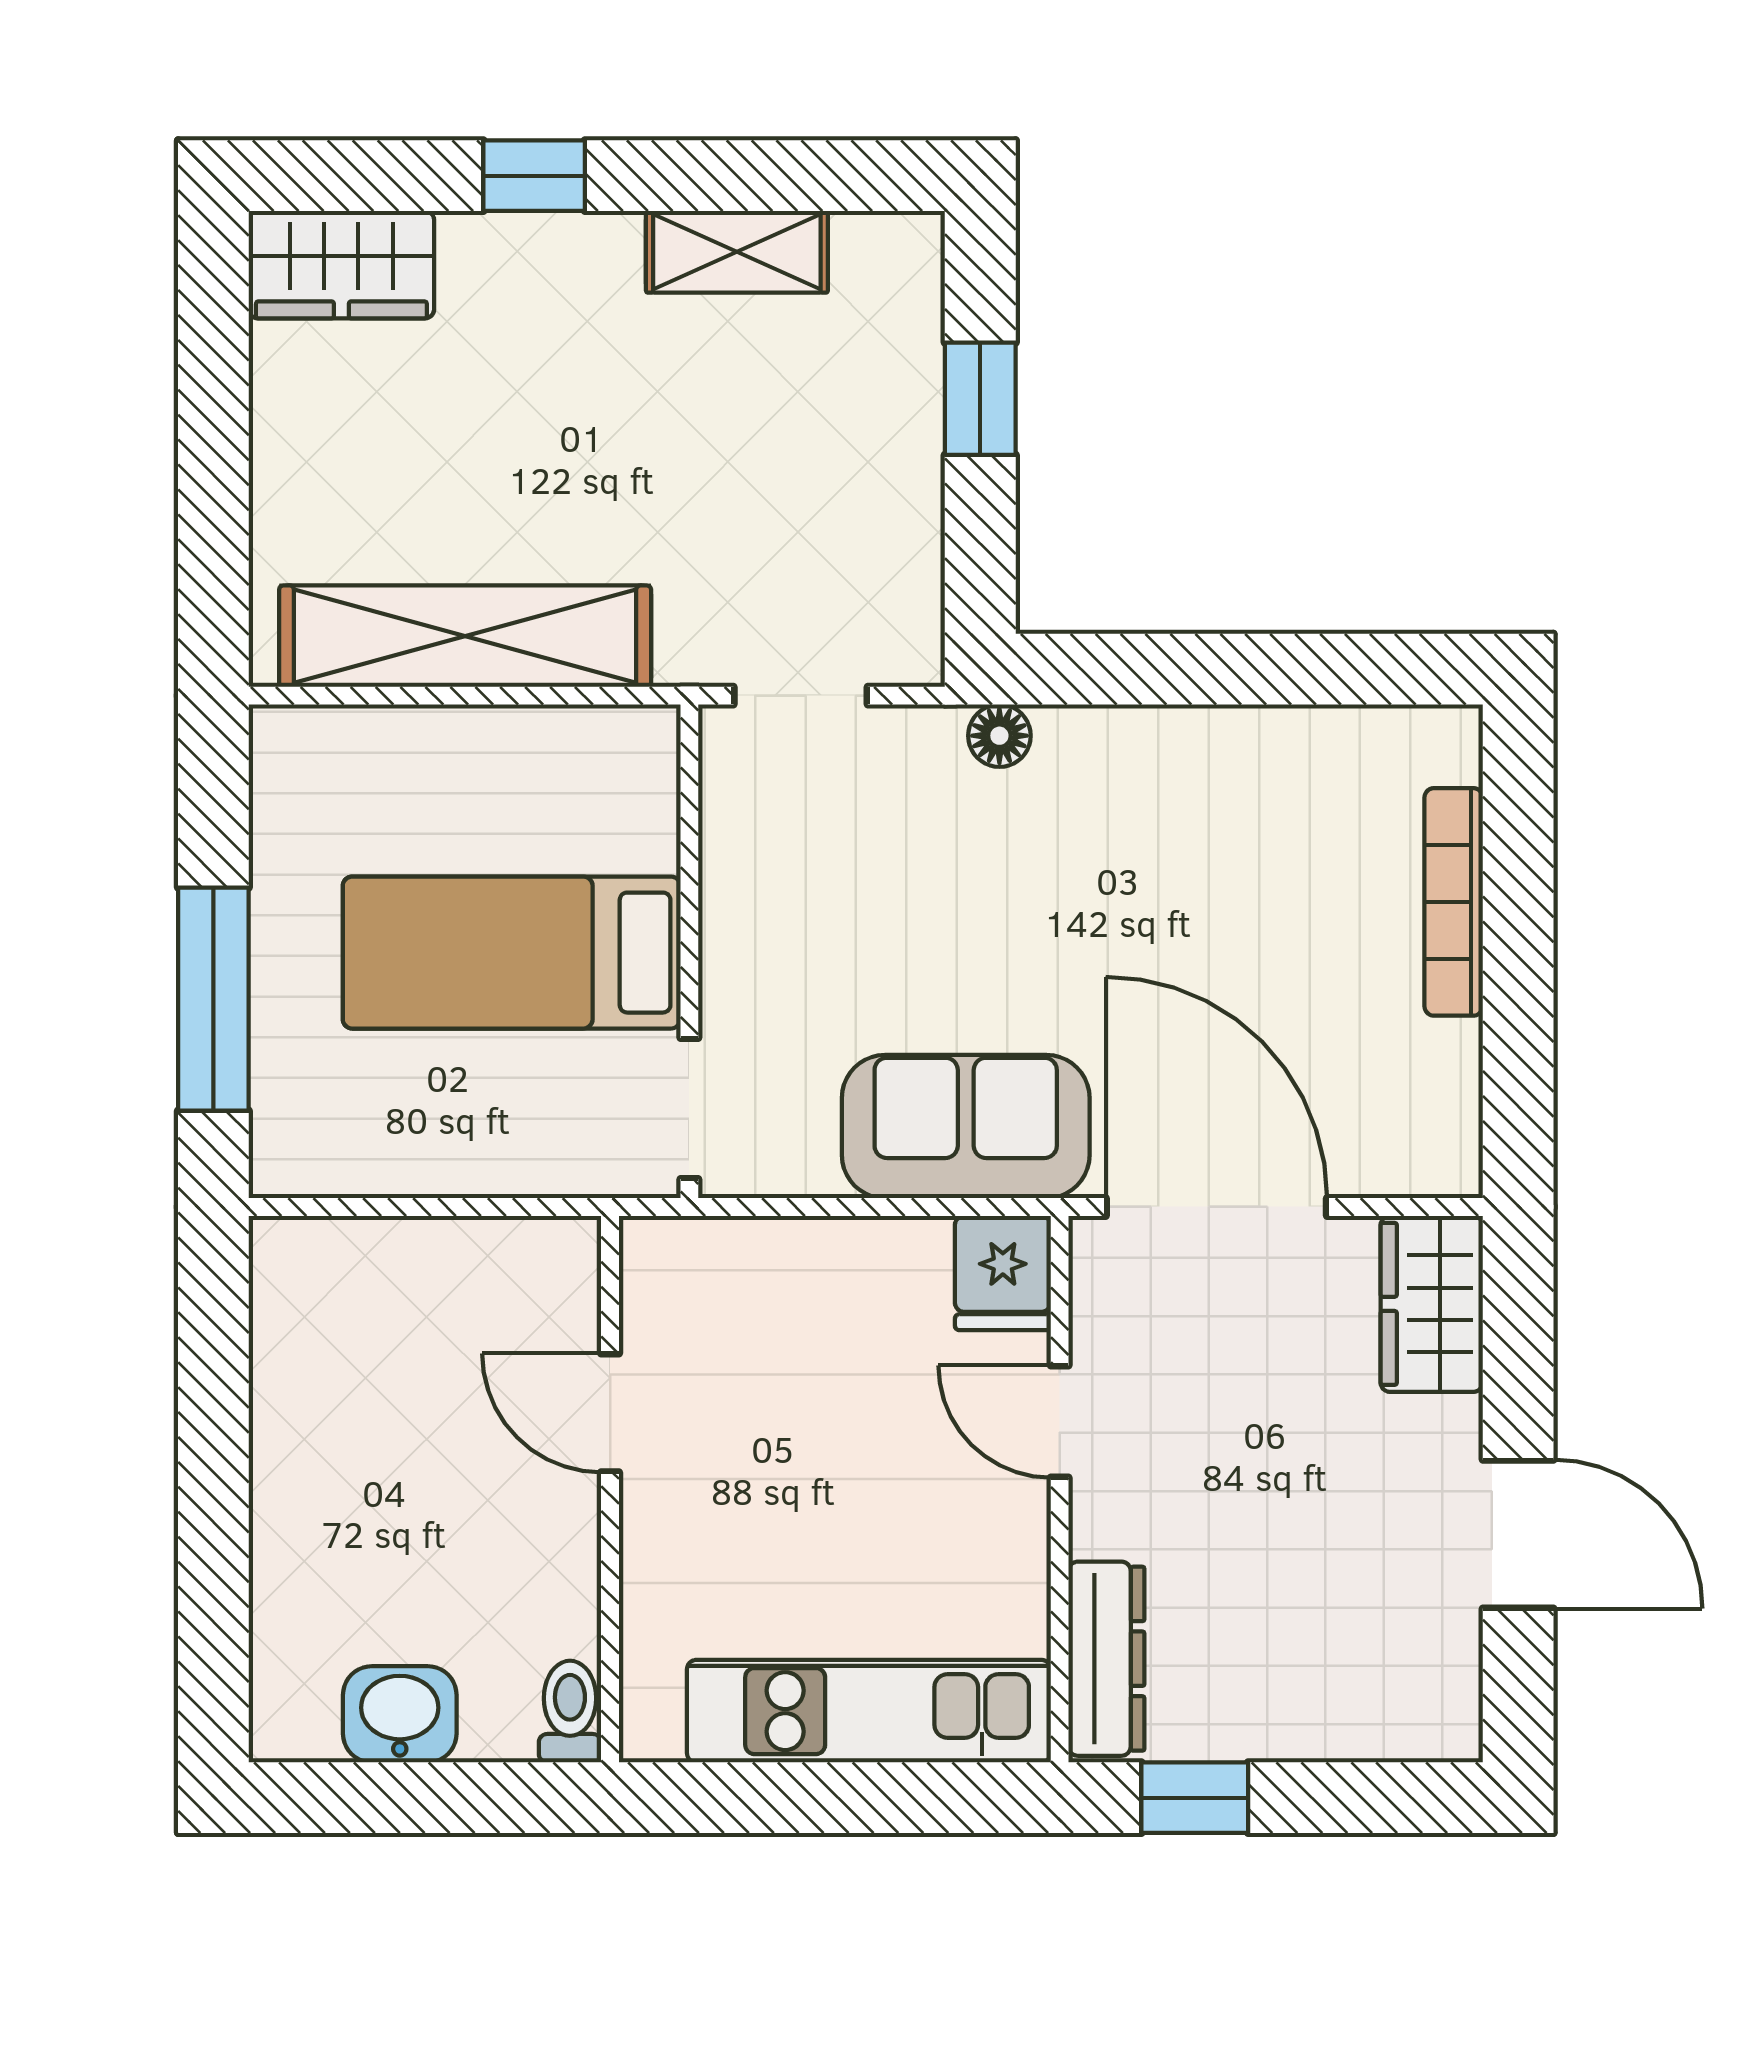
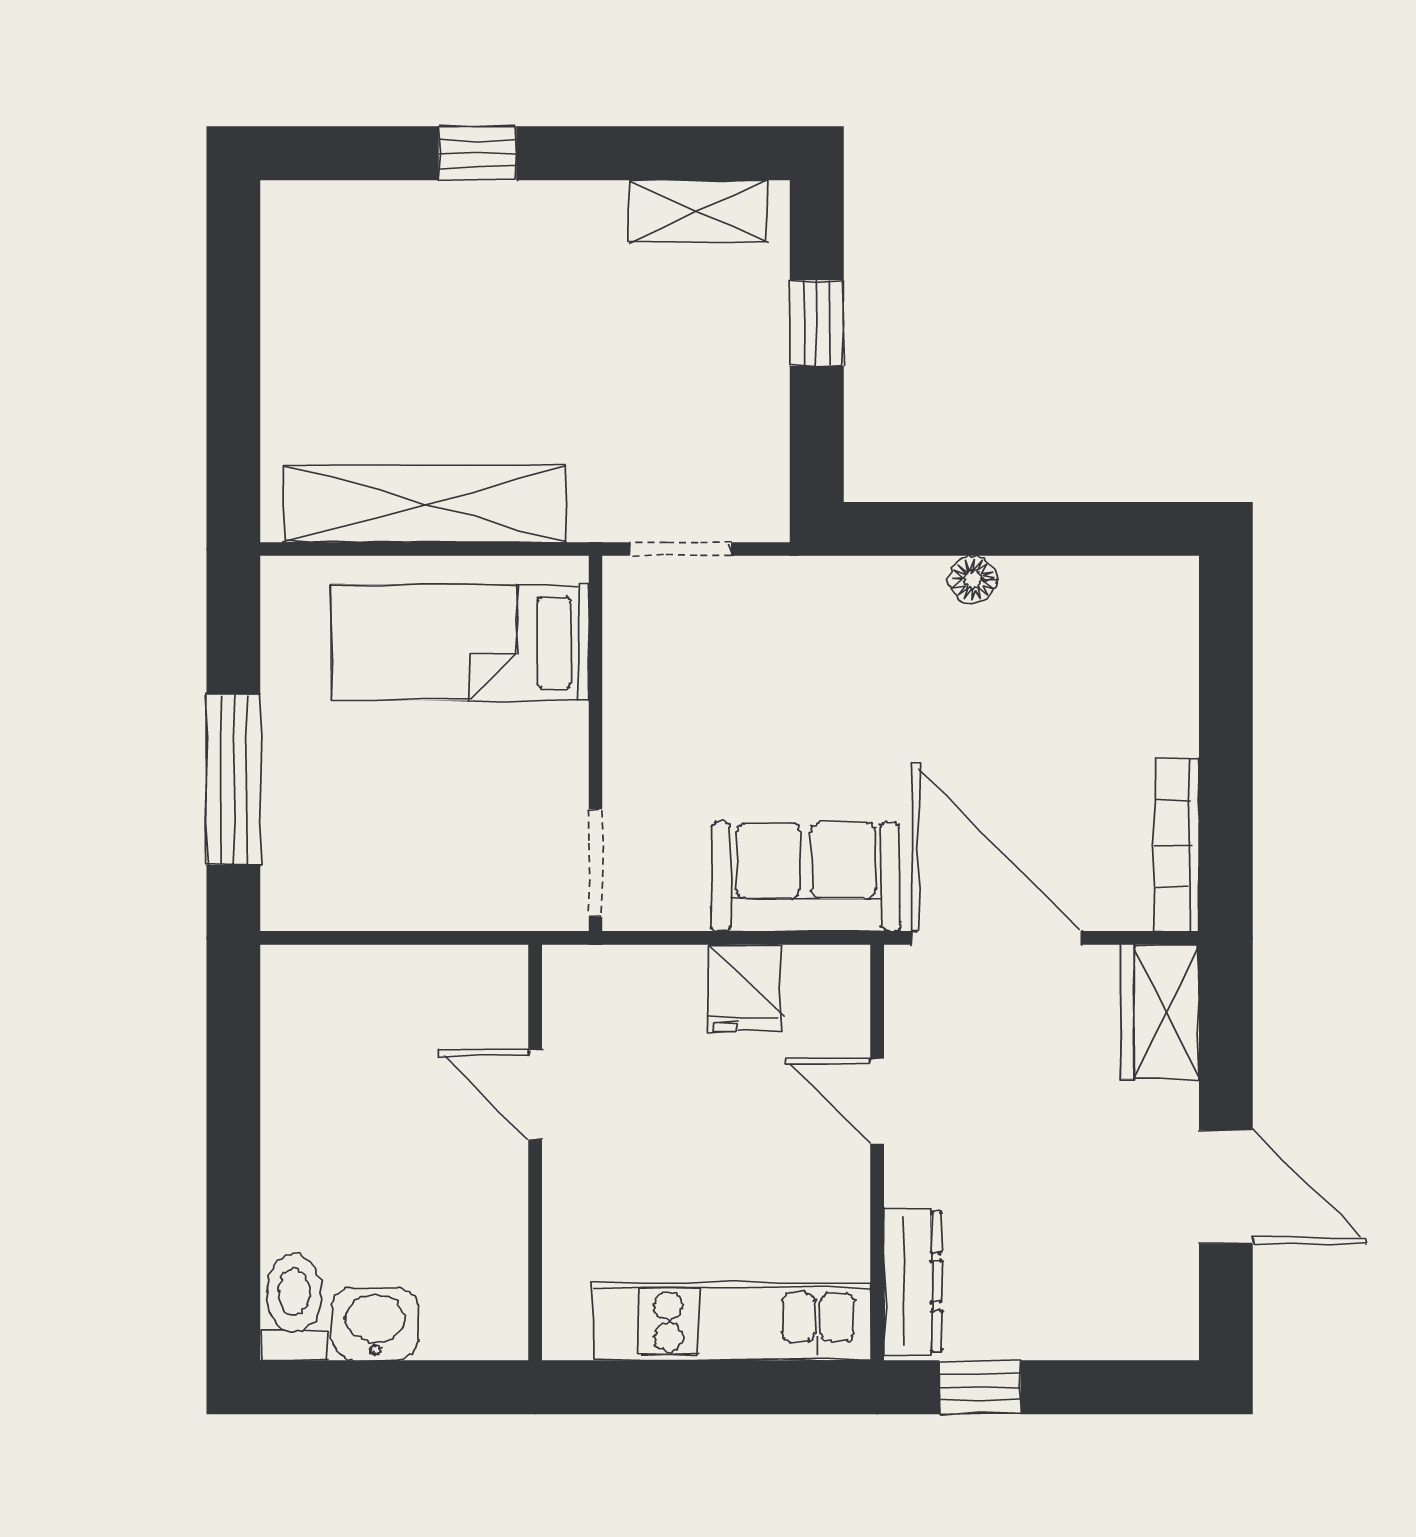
shelving: (737, 252) -> (698, 211), moved
wardrobe: (341, 265) -> (331, 221), removed
floor lamp: (999, 736) -> (973, 579), moved
bookcase: (1454, 902) -> (1177, 845), moved
bed: (512, 953) -> (460, 642), moved
fridge: (1003, 1273) -> (745, 988), moved
toilet: (570, 1712) -> (294, 1307), moved, width x1.37, depth x1.39

